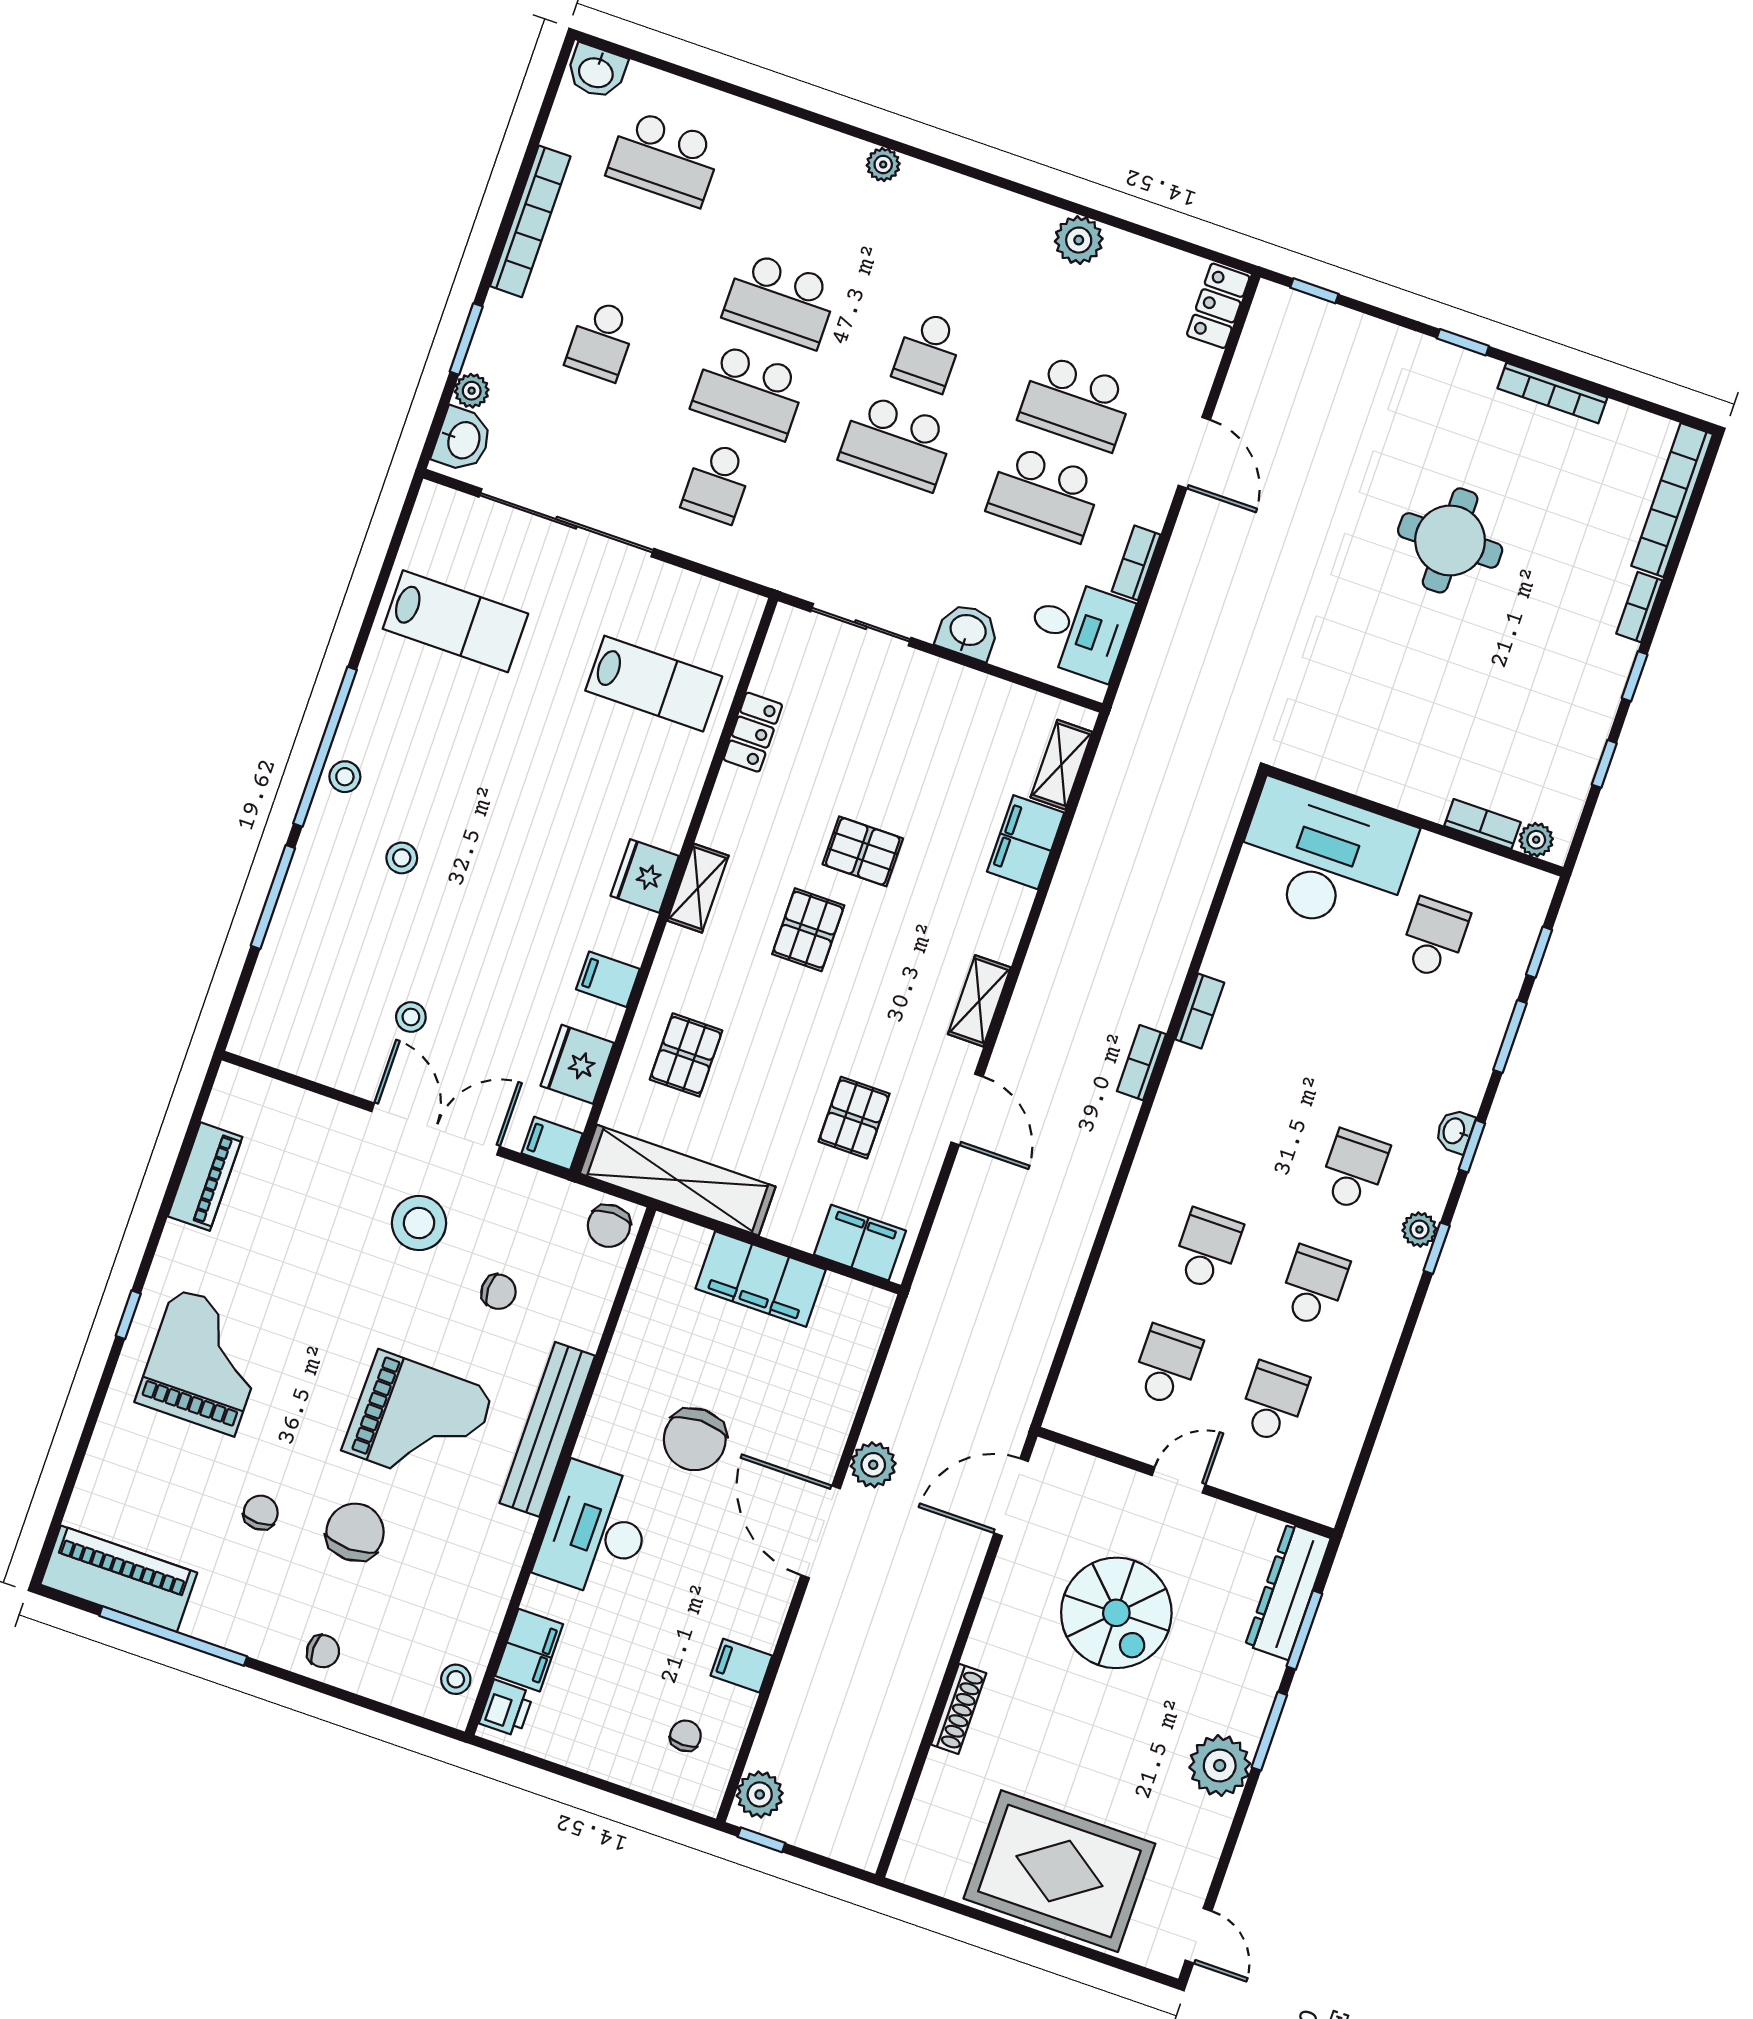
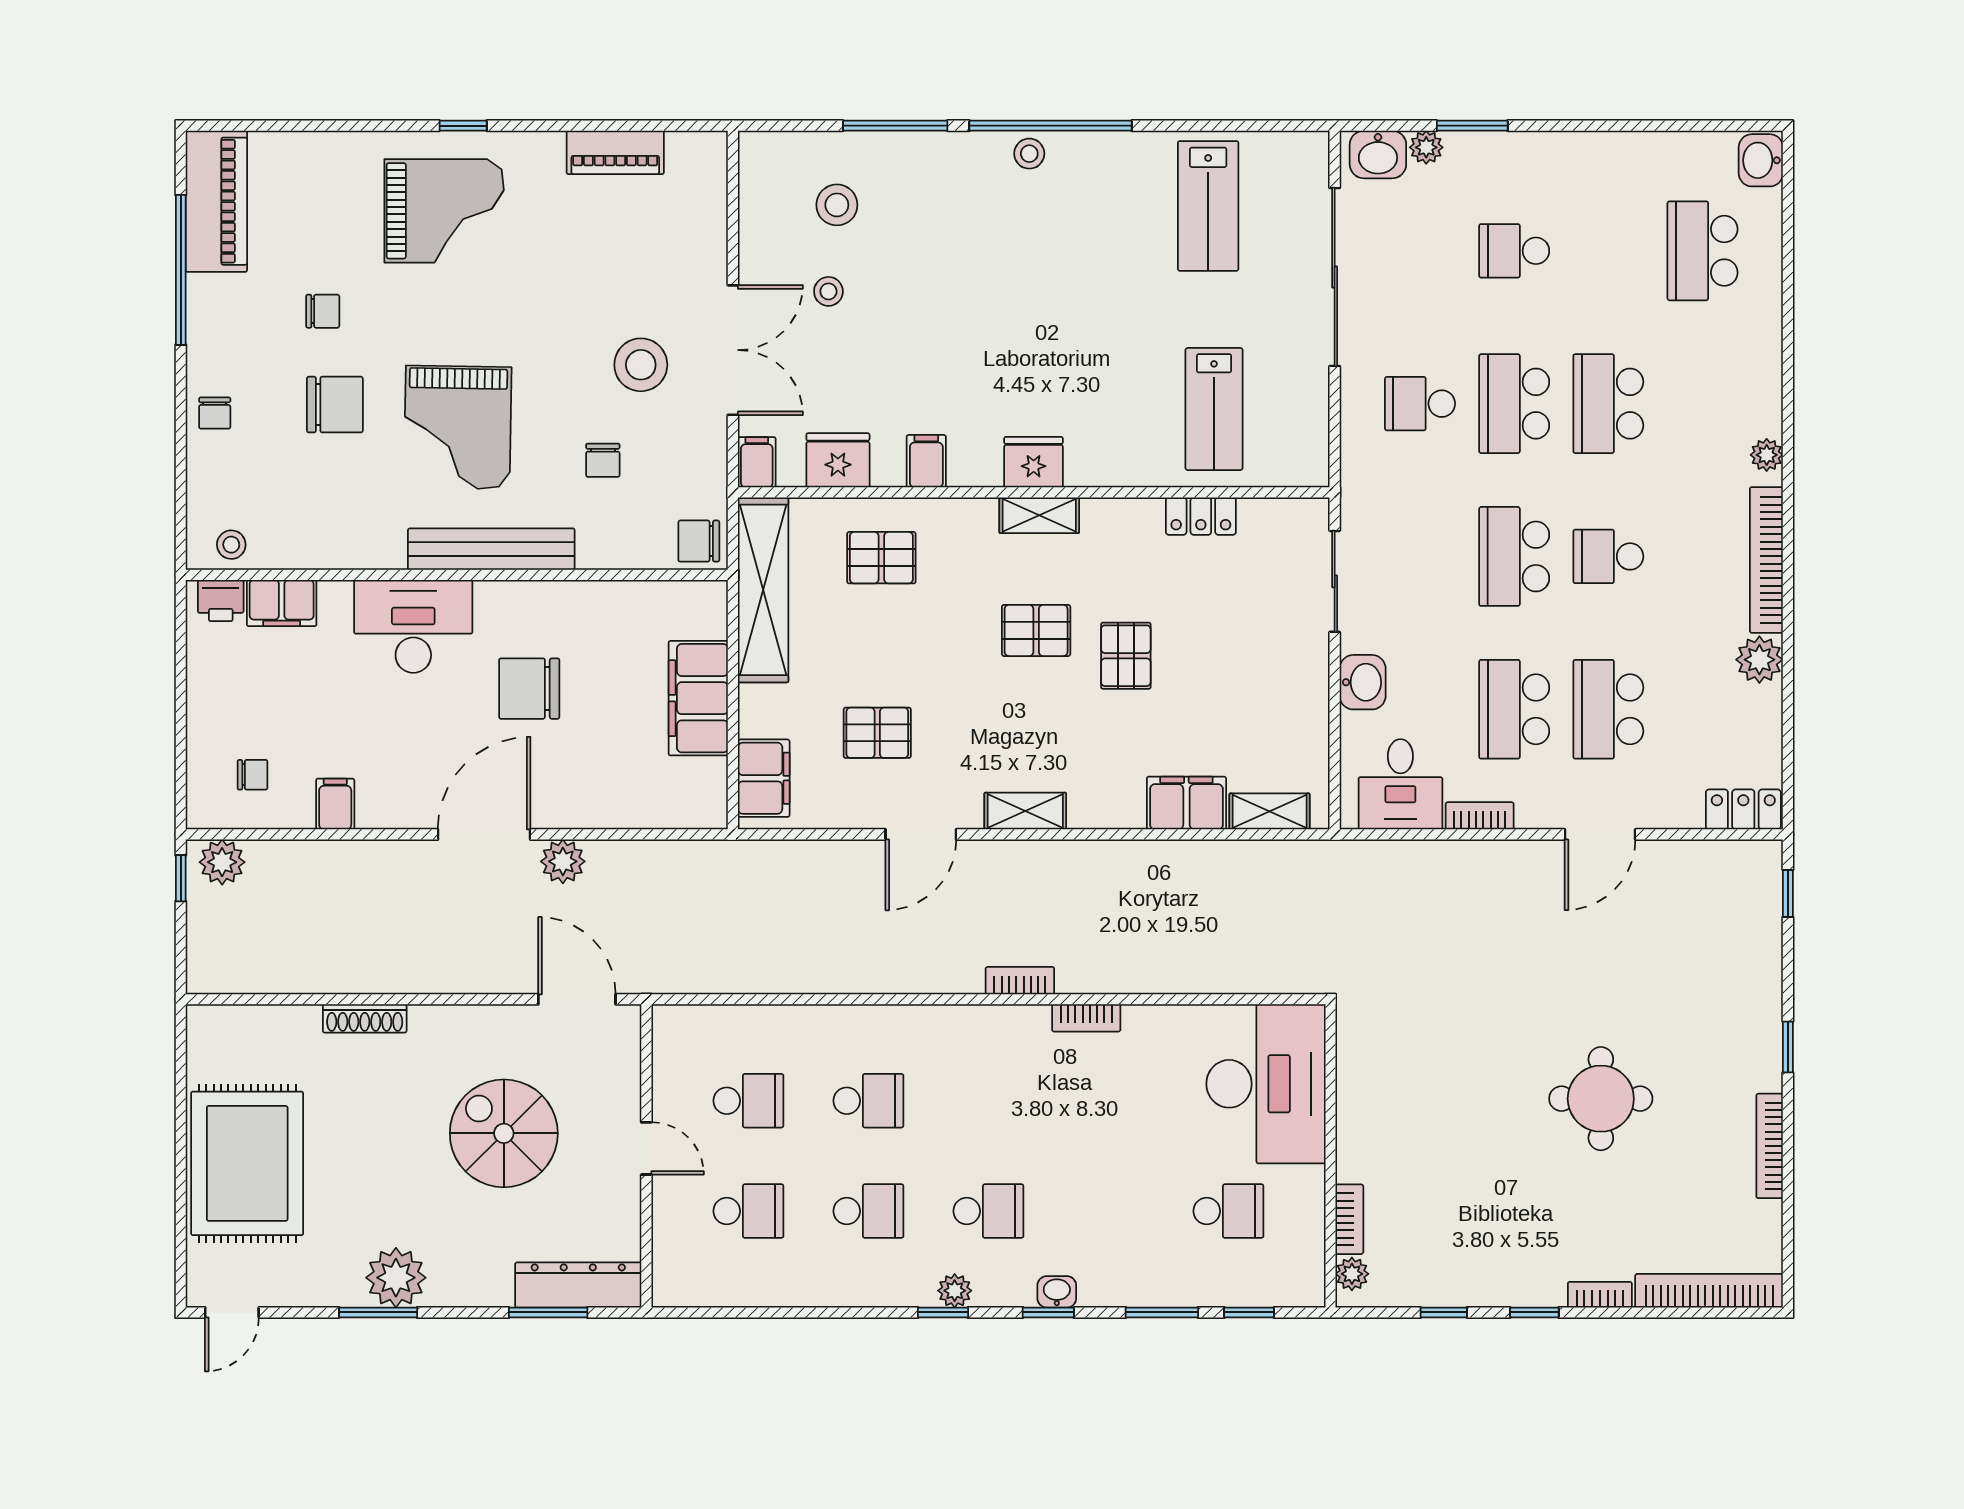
bookcase: (530, 221) -> (1766, 560), moved, turned 90
stool: (402, 858) -> (837, 205), moved, width x1.37, depth x1.37
spiral stairs: (1116, 1613) -> (504, 1133), turned 90
window: (1269, 1731) -> (378, 1312), moved

